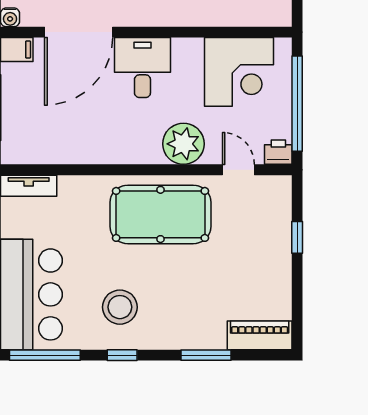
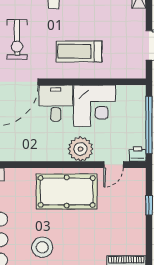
corner desk: (239, 72) -> (95, 106), moved
door: (238, 170) -> (114, 165), swing flipped

